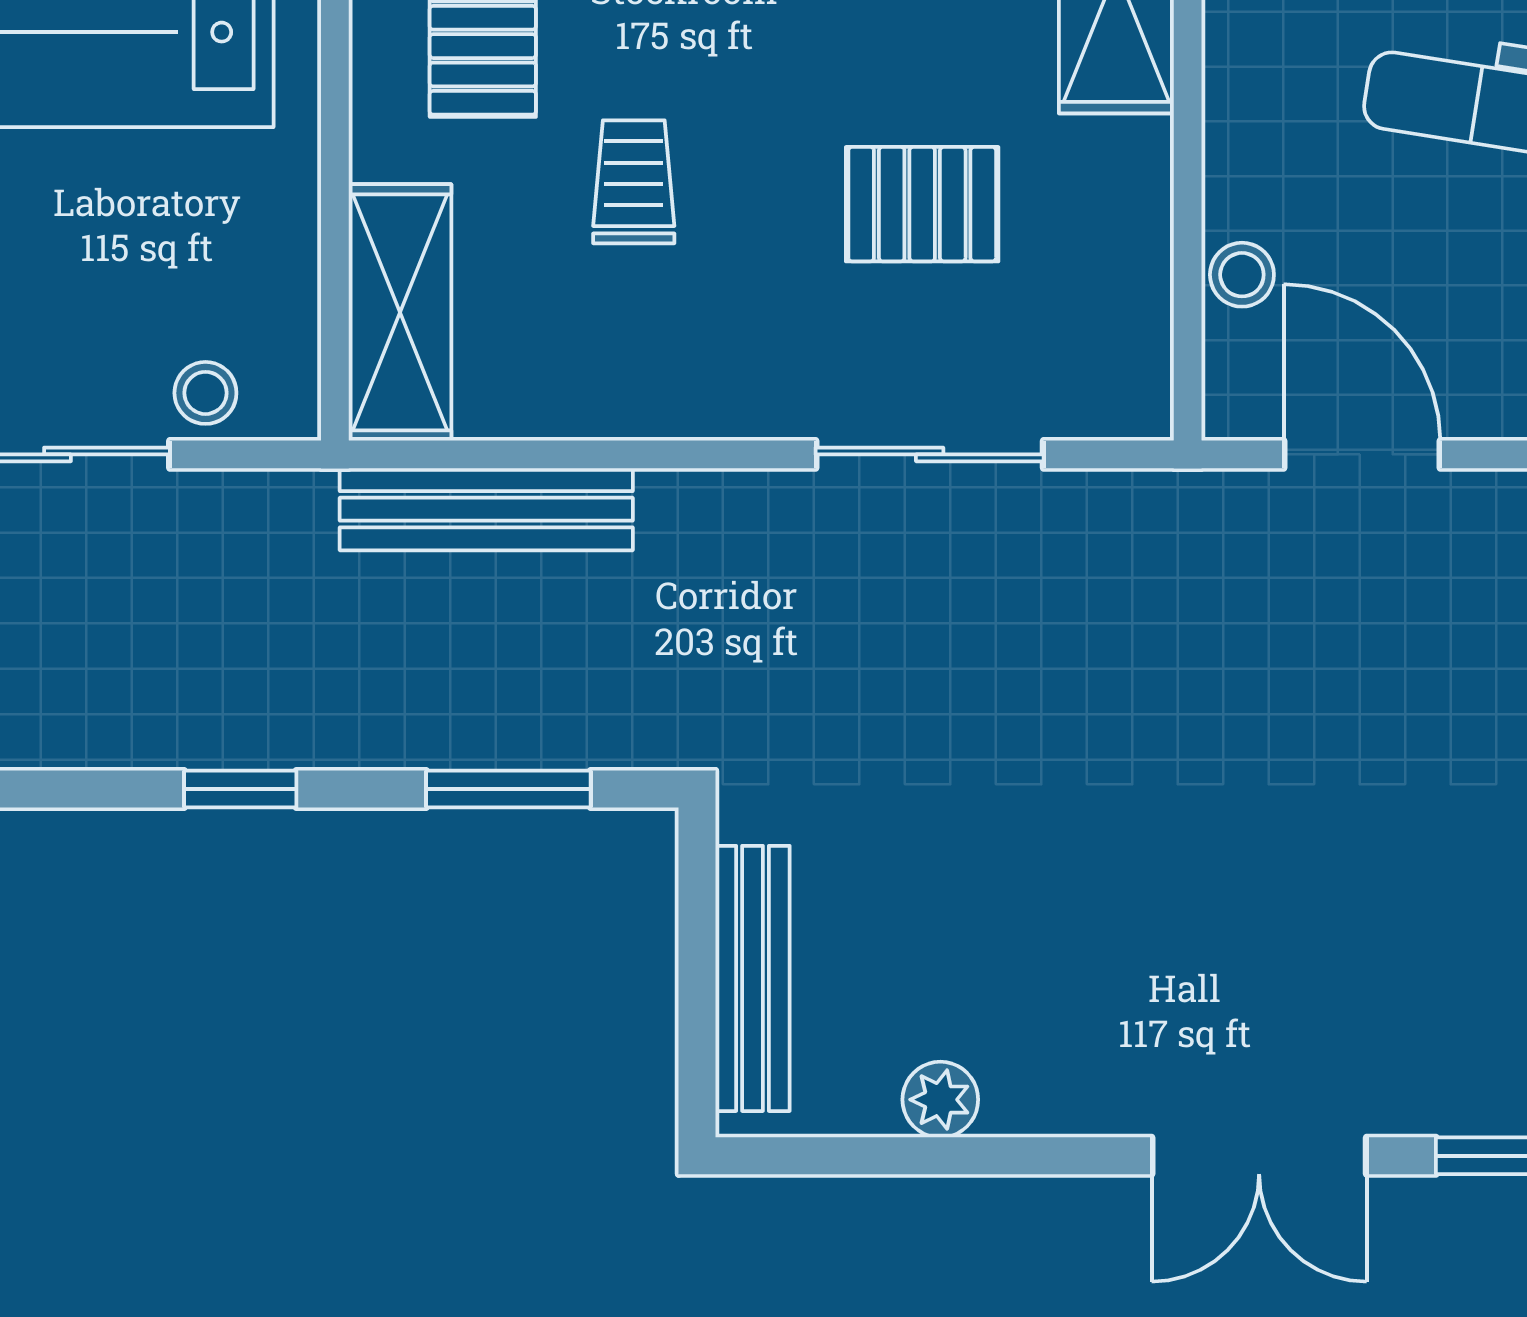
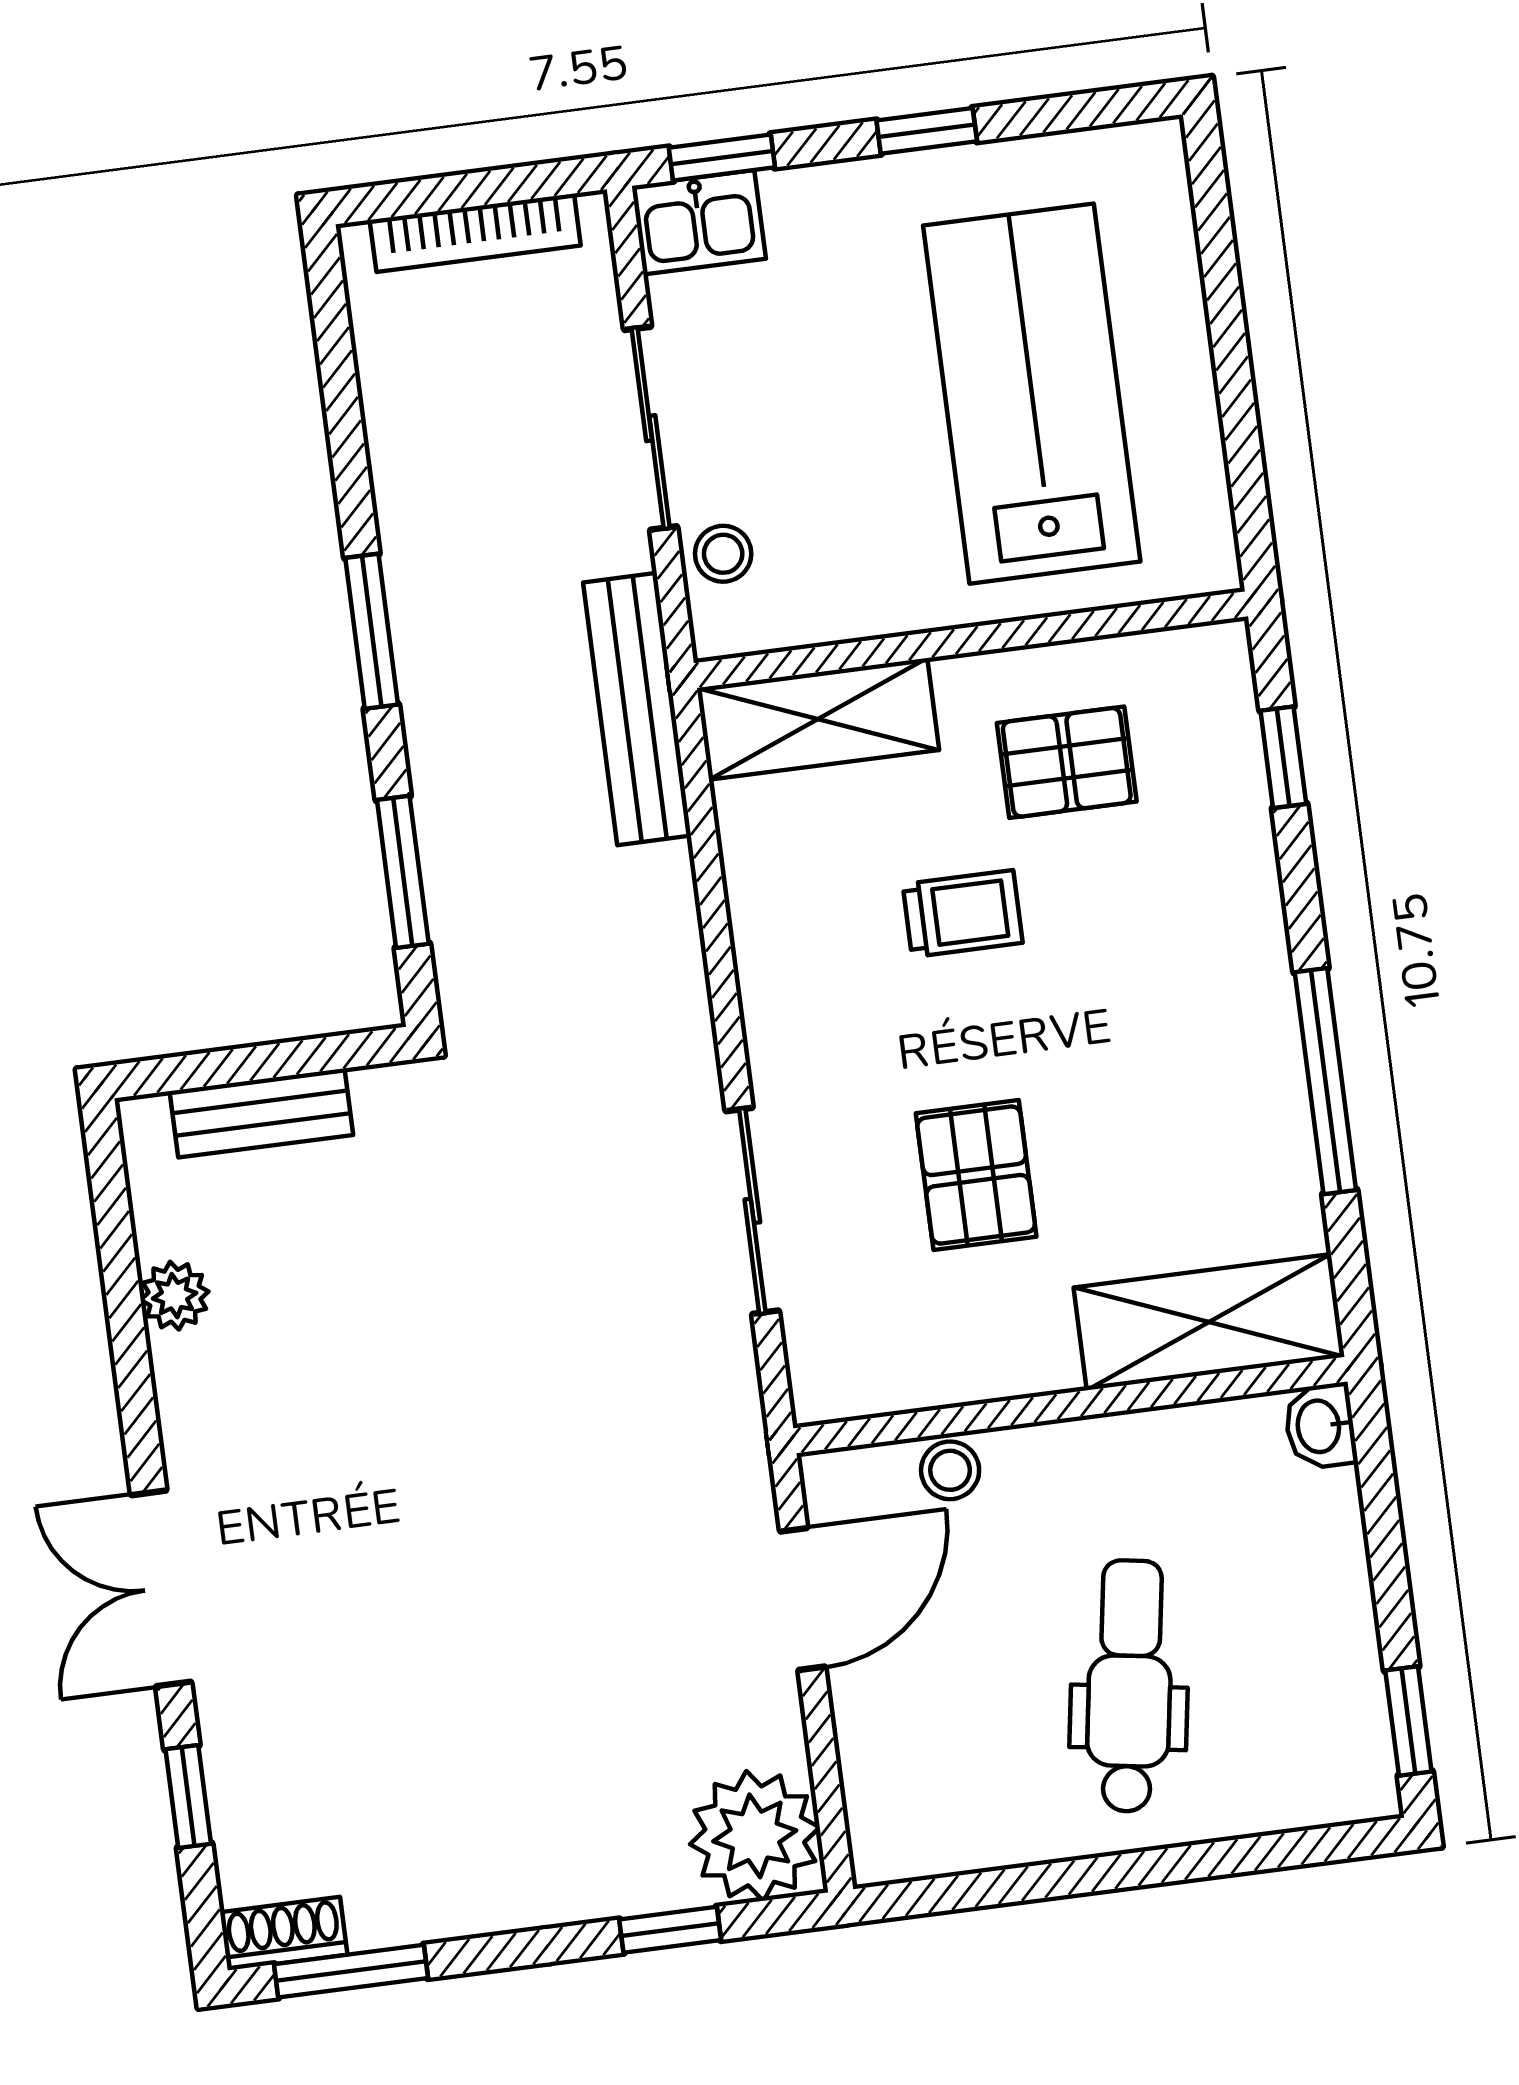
bench: (486, 509) -> (637, 709), moved
window: (240, 789) -> (372, 631), width x1.50
bench: (753, 978) -> (261, 1113), width x0.73

